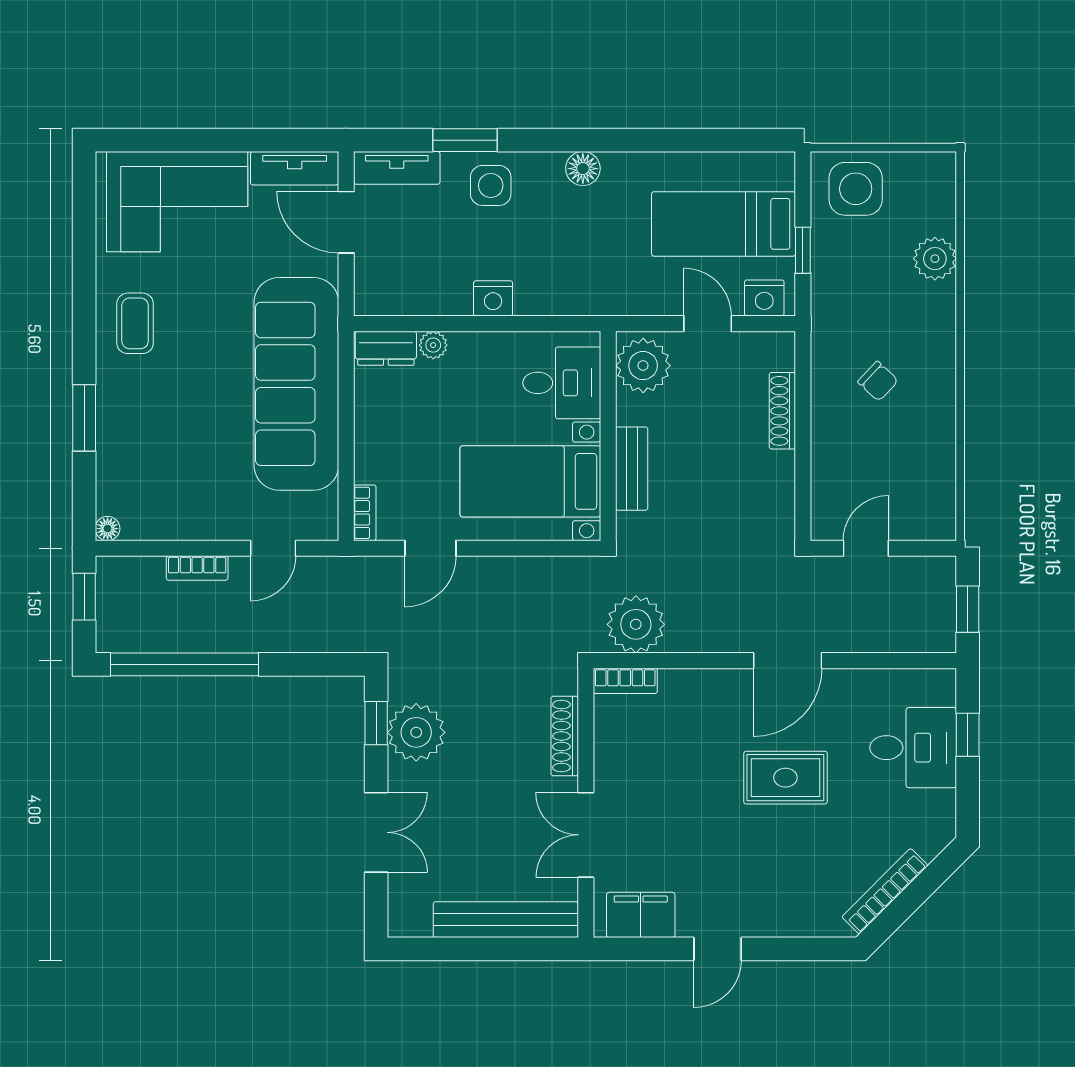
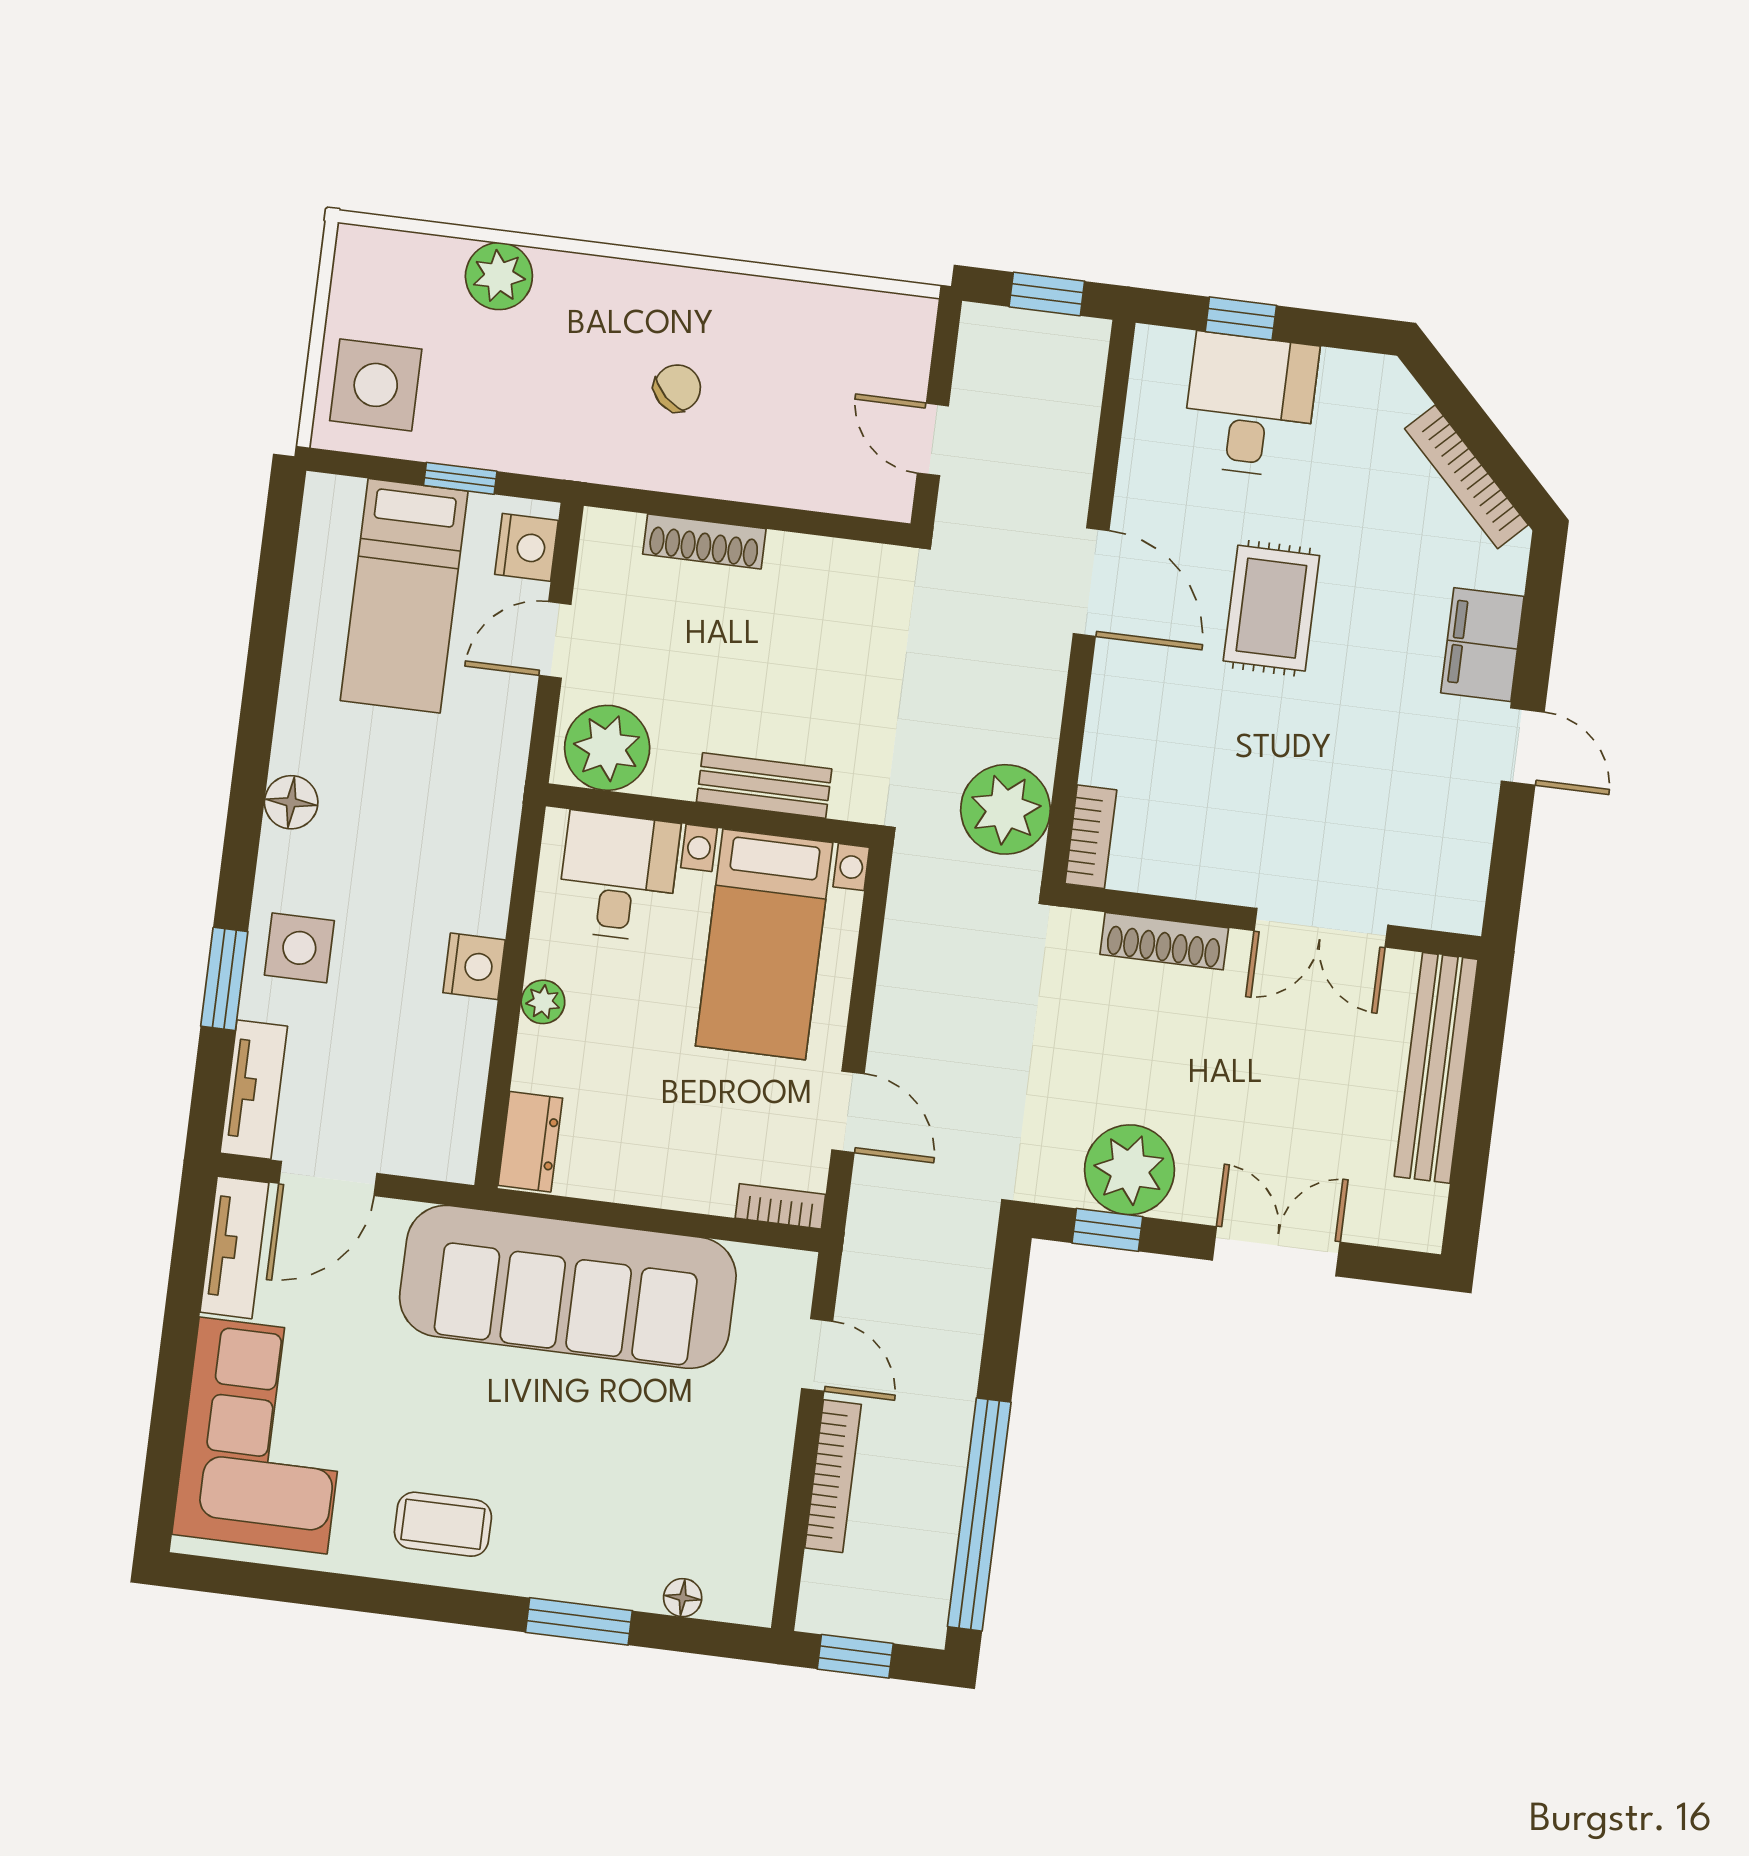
plant: (433, 345) -> (543, 1002), moved
floor lamp: (108, 529) -> (683, 1598), moved
bookcase: (197, 568) -> (833, 1476), width x1.56
filing cabinet: (641, 915) -> (1482, 645), moved

